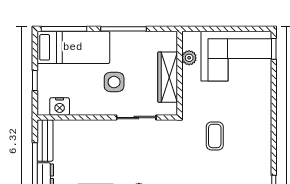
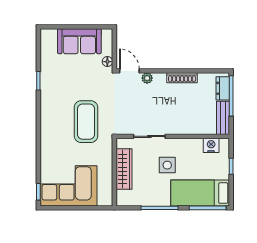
plant: (189, 58) -> (107, 185), removed
coffee table: (215, 136) -> (86, 122), width x1.86, depth x1.72

